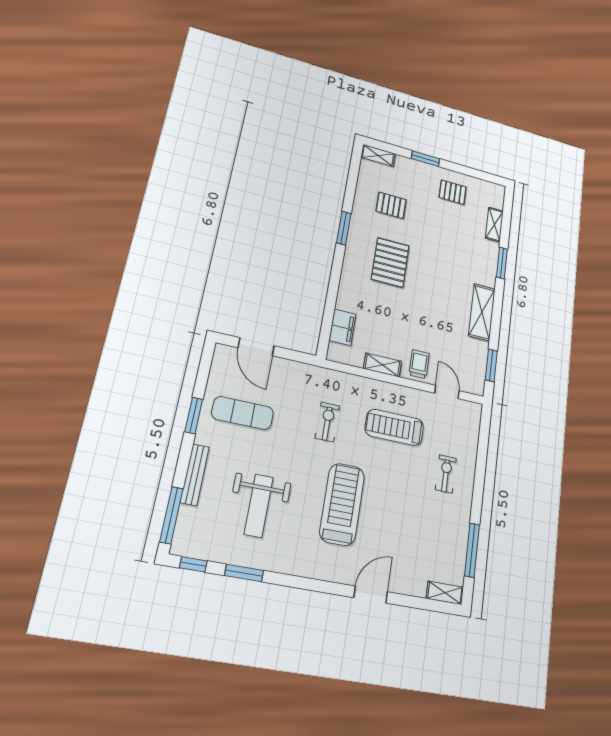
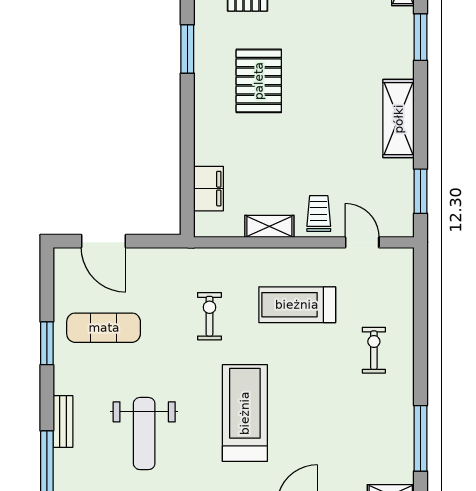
bench: (195, 475) -> (63, 421), width x0.73

